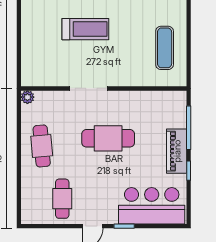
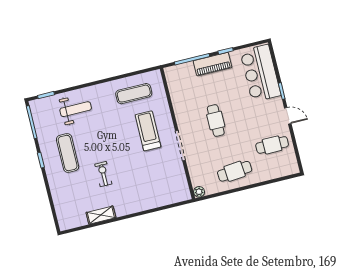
treadmill: (85, 29) -> (148, 131), moved
cafe table: (108, 138) -> (216, 121), width x0.73, depth x0.74

